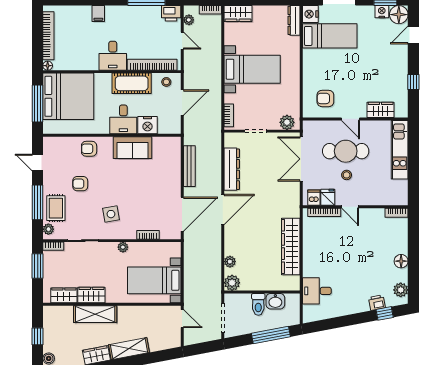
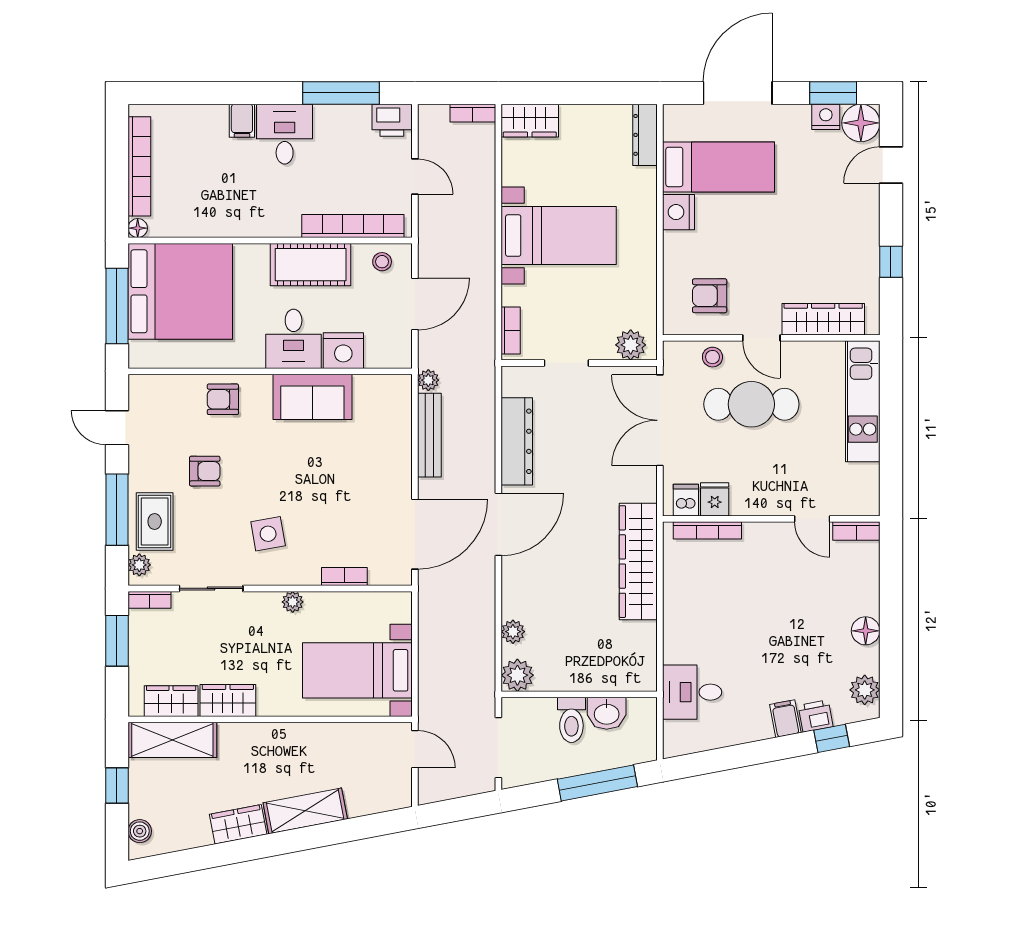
nightstand: (310, 14) -> (679, 212), moved
plant: (189, 20) -> (428, 380), moved
desk: (113, 56) -> (285, 134), moved, turned 180
wardrobe: (381, 110) -> (823, 319), width x1.50
stool: (347, 175) -> (712, 357), moved
armchair: (80, 184) -> (205, 471), turned 180
door: (350, 207) -> (812, 519), moved
wardrobe: (291, 246) -> (638, 562), moved
filing cabinet: (362, 304) -> (785, 719), added
shelving: (95, 314) -> (172, 740), moved

